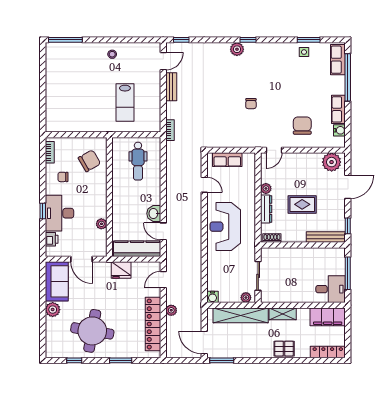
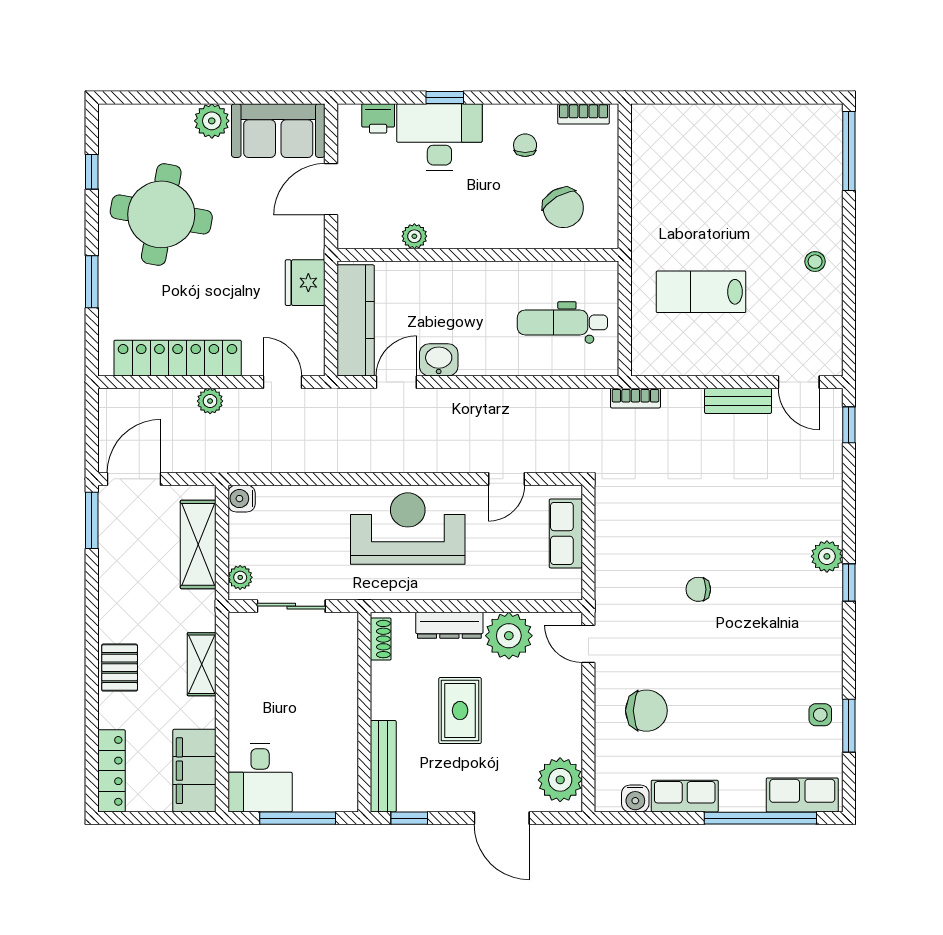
plant: (266, 188) -> (509, 636), width x1.88, depth x1.88
shelving: (241, 315) -> (198, 544), width x0.68

